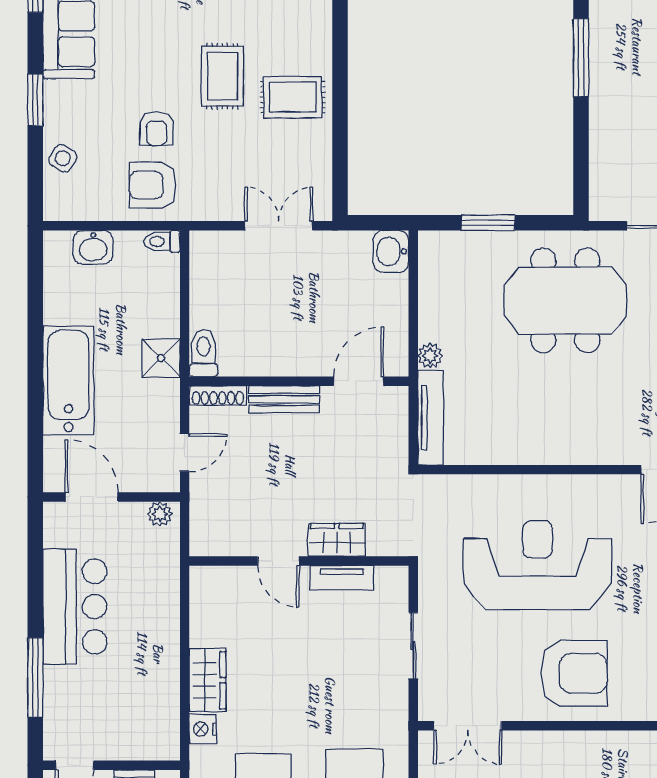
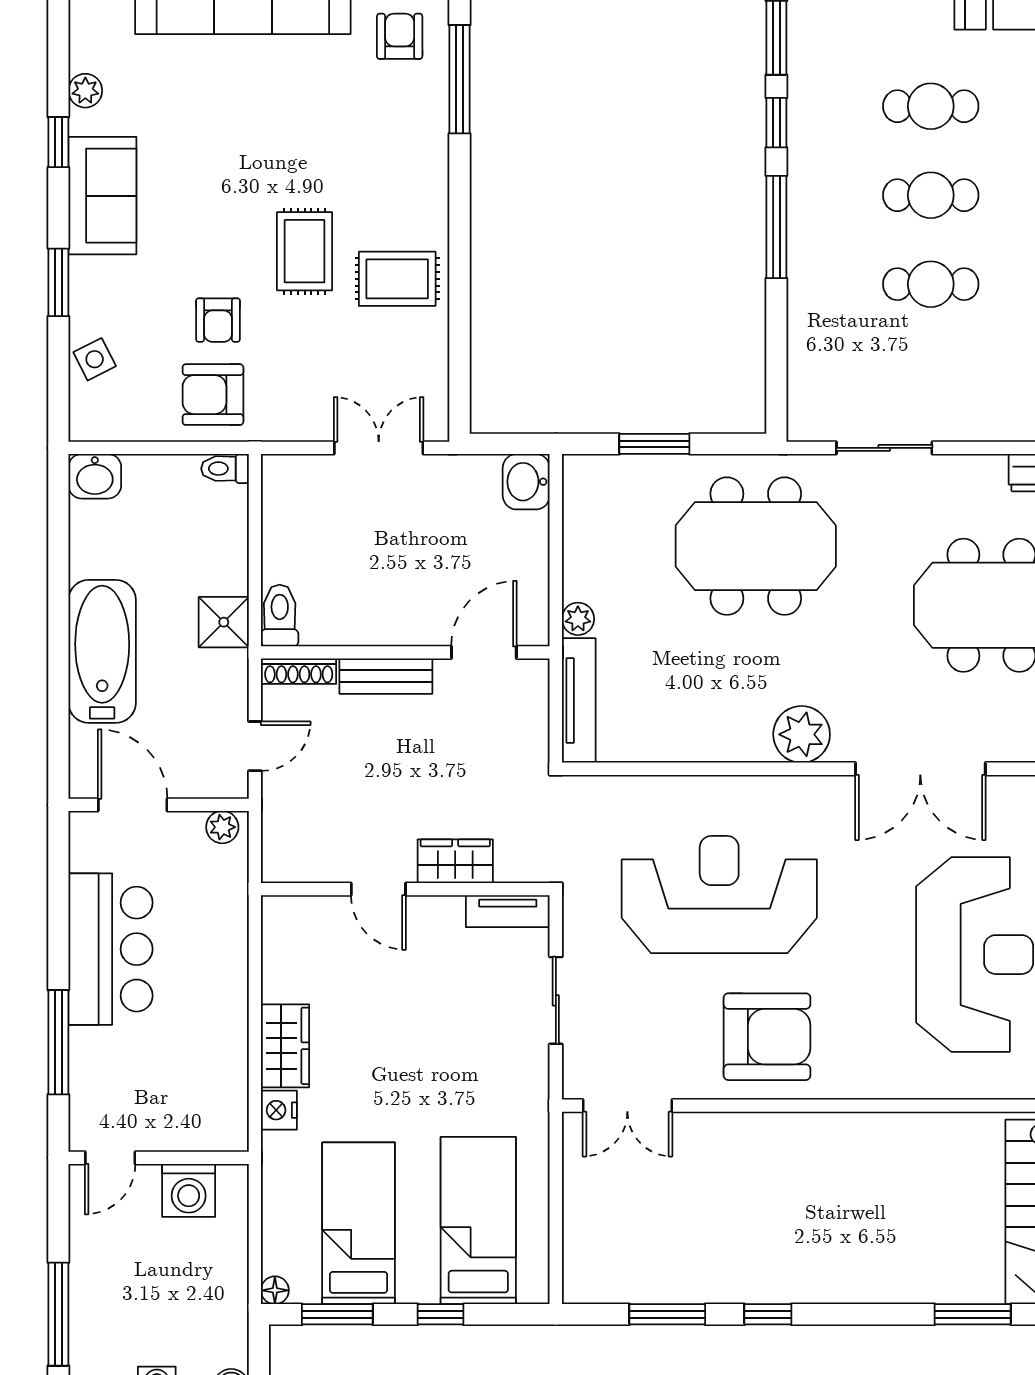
side table: (63, 158) -> (95, 359), turned 31
washbasin: (93, 247) -> (95, 476), moved
plant: (600, 443) -> (802, 734), added
tv unit: (342, 578) -> (508, 911), moved

